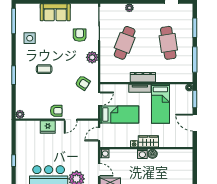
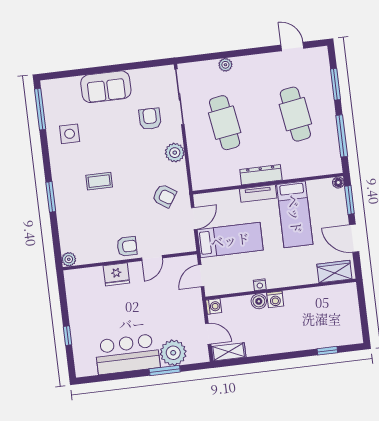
cafe table: (125, 43) -> (225, 123), turned -30
wardrobe: (148, 141) -> (334, 272), moved
boiler: (152, 154) -> (259, 301), moved

